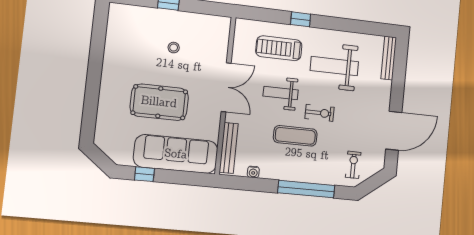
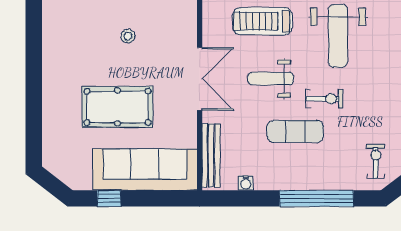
weight bench: (334, 66) -> (338, 36), turned -90

